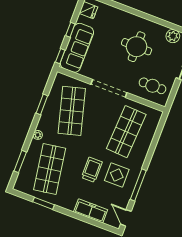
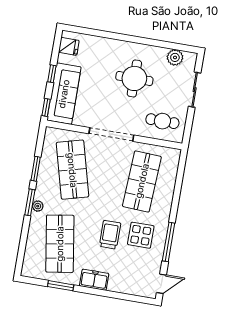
window: (20, 162) -> (30, 202), moved
freezer: (91, 211) -> (94, 280), moved, width x0.71
door: (126, 218) -> (161, 284), swing flipped

